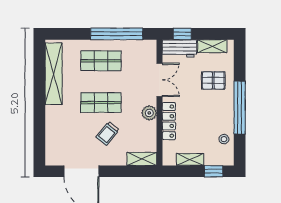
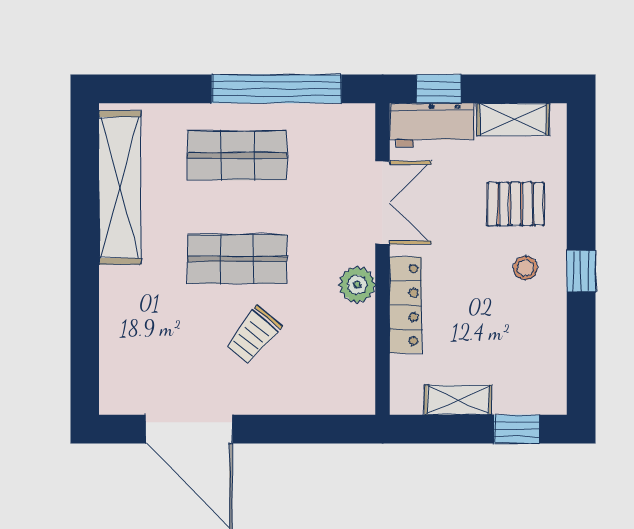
window: (240, 108) -> (581, 271), width x0.32
stool: (224, 139) -> (525, 268), moved
shelving: (142, 159) -> (339, 398), removed

